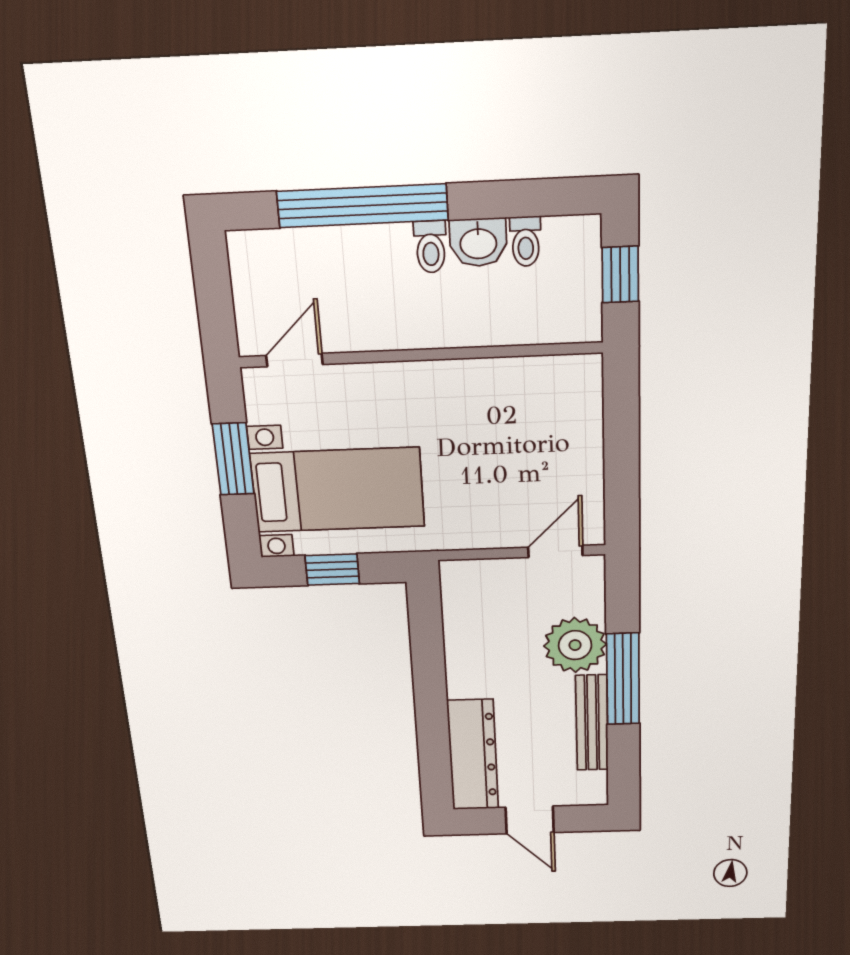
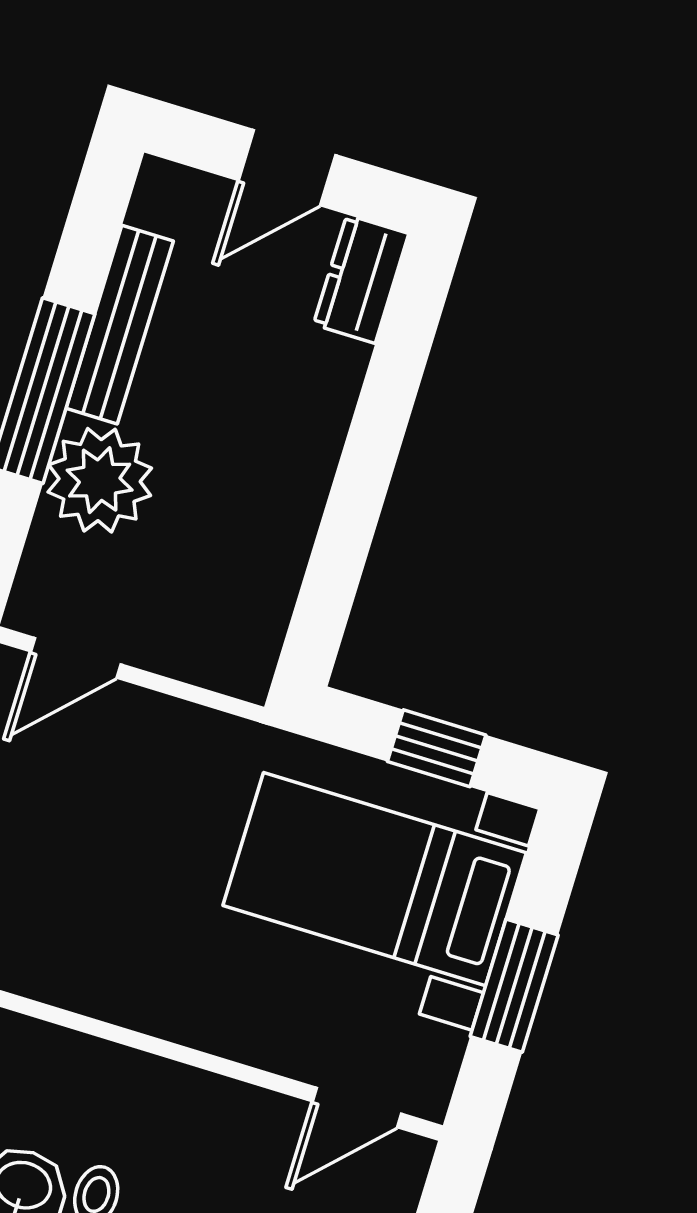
dresser: (473, 755) -> (361, 279), width x0.51, depth x0.80
door: (530, 820) -> (287, 168), swing flipped

